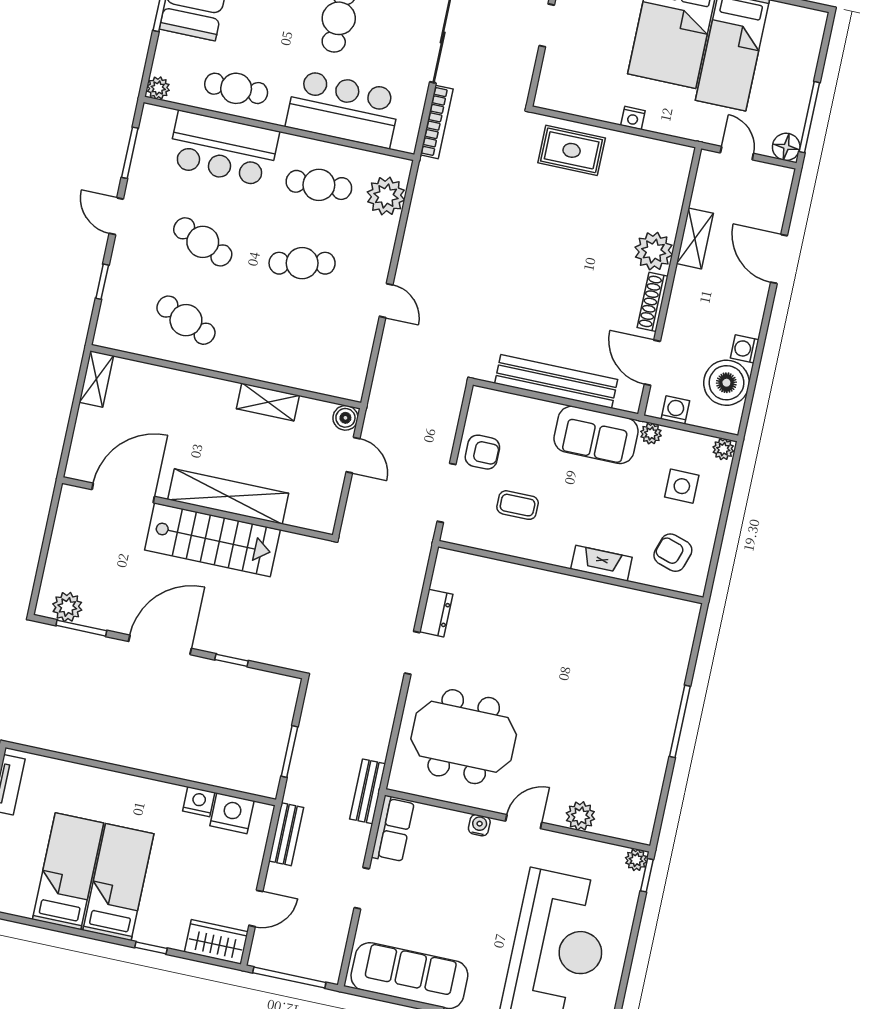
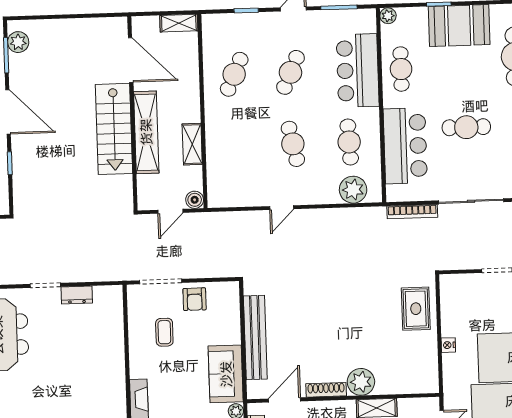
door: (123, 493) -> (131, 60), moved
shelving: (228, 496) -> (146, 132), moved
wall: (197, 509) -> (132, 113), moved
stairs: (212, 540) -> (114, 129), moved

